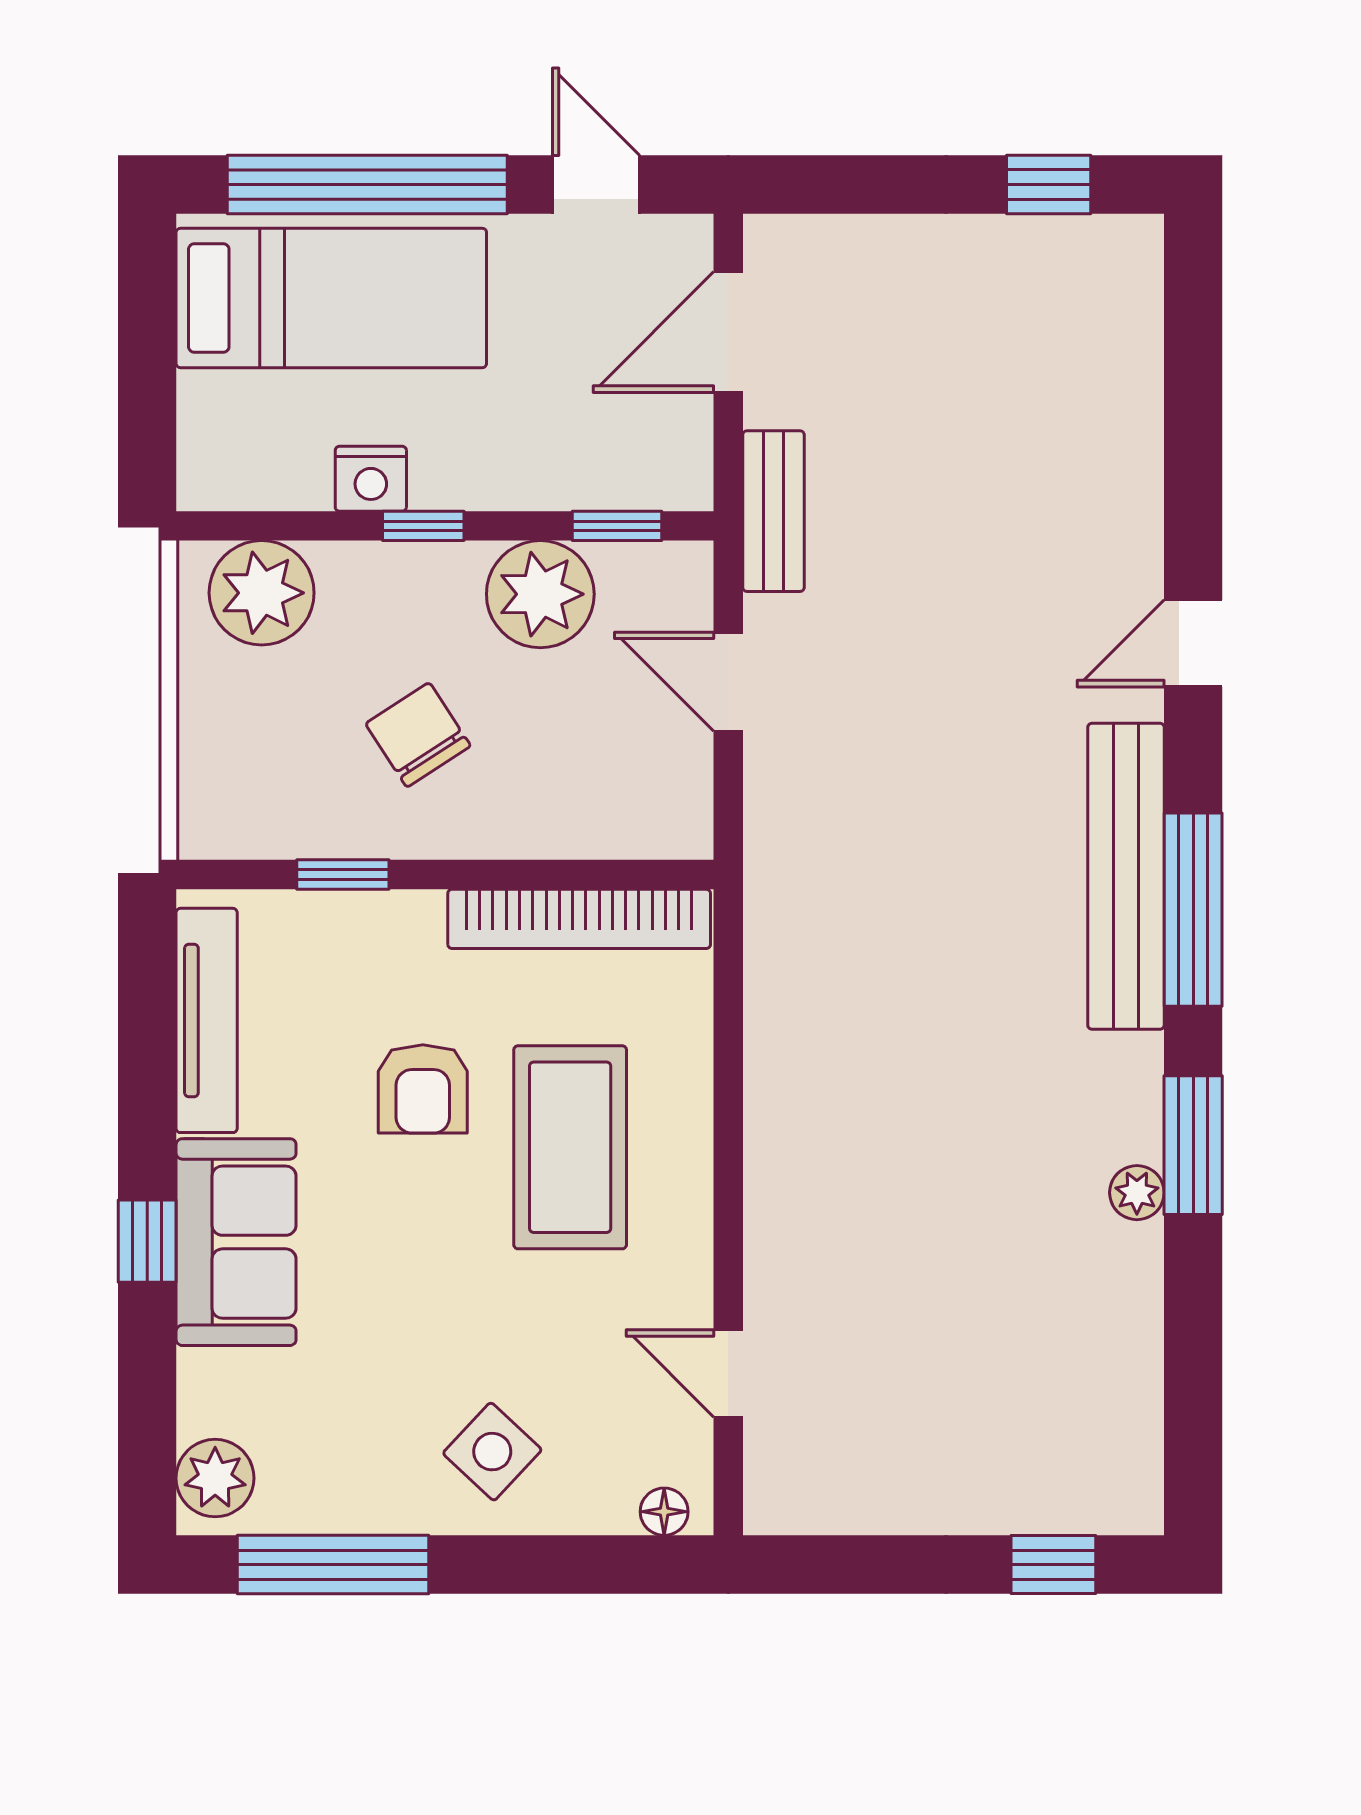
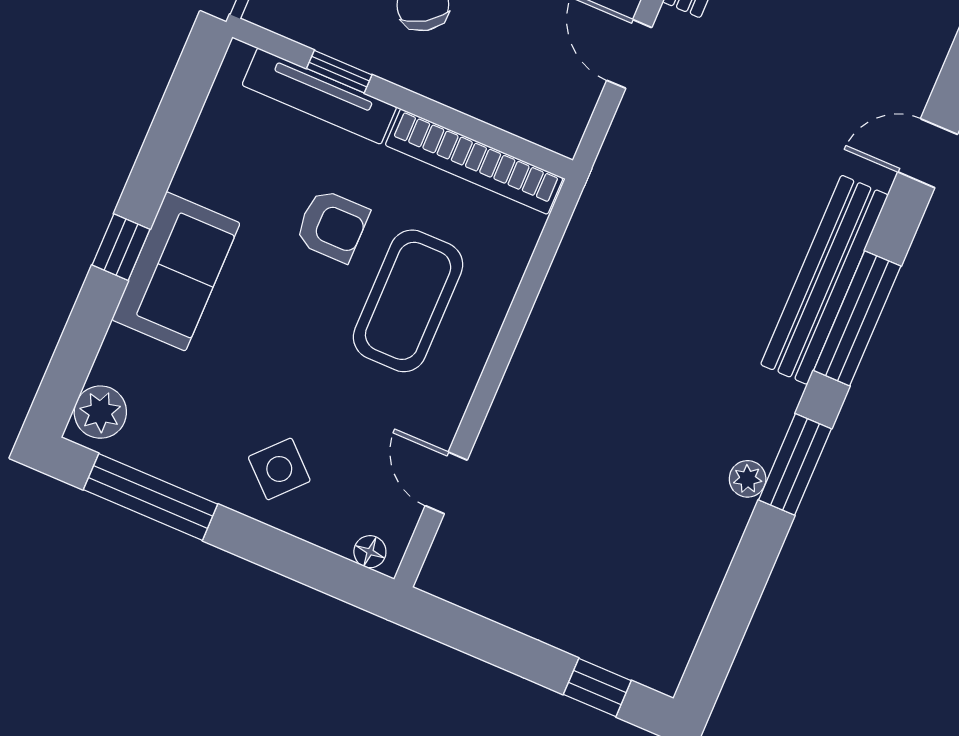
tv unit: (207, 1020) -> (319, 96), moved, turned 90
armchair: (423, 1089) -> (332, 226), turned -90

